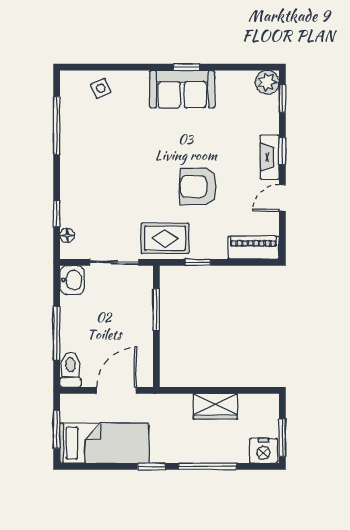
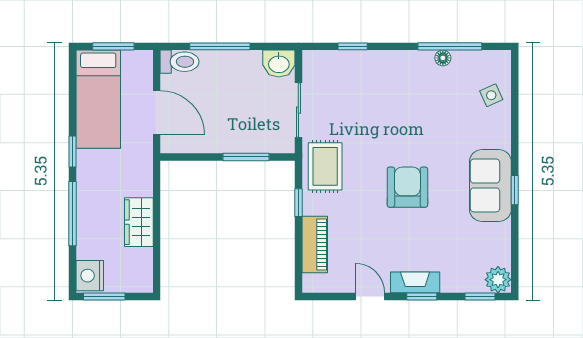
armchair: (198, 187) -> (407, 187), moved
floor lamp: (67, 235) -> (443, 58), moved
piano: (253, 248) -> (315, 245), moved

